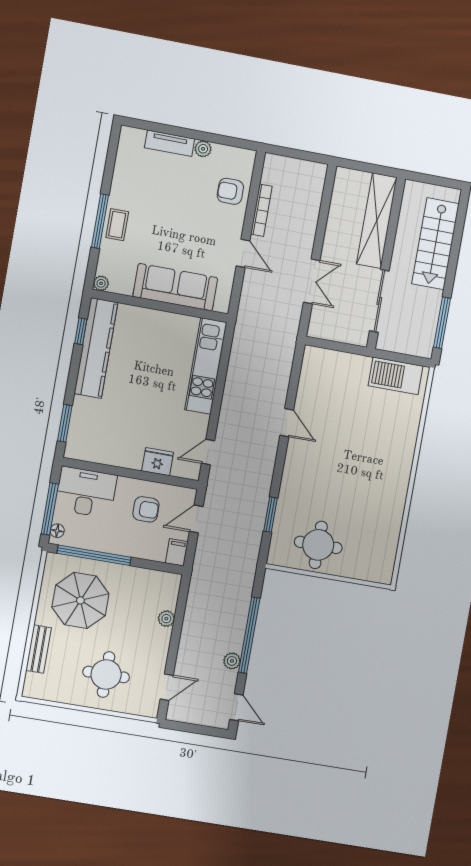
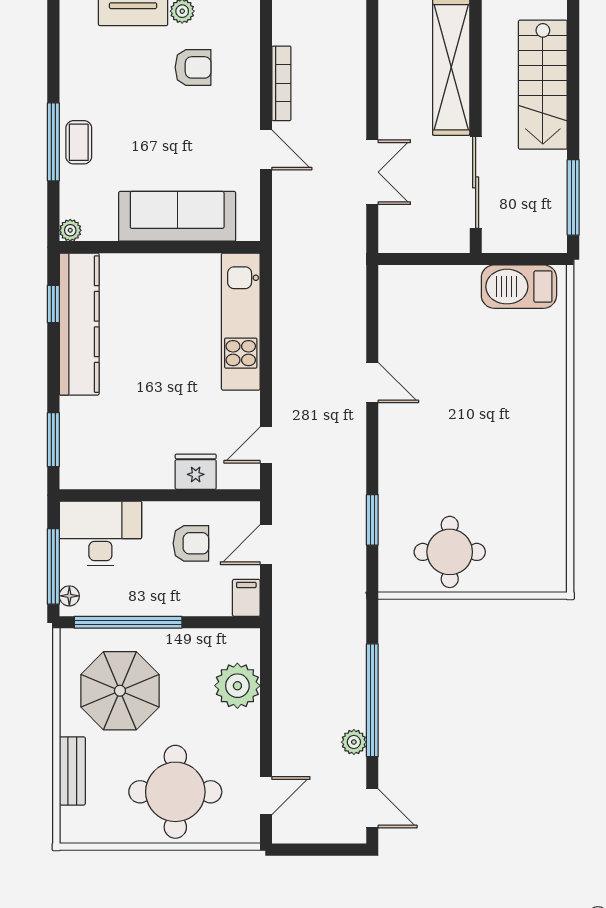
armchair: (230, 191) -> (193, 67), moved, turned 180
plant: (166, 619) -> (237, 686), width x1.88, depth x1.88
round table: (106, 675) -> (175, 792), width x1.36, depth x1.36

